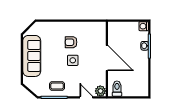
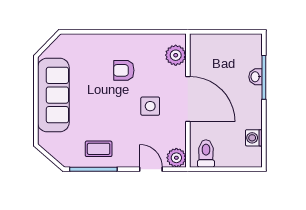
washing machine: (144, 26) -> (254, 138), moved
plant: (100, 34) -> (176, 55), added
side table: (73, 60) -> (150, 106), moved

